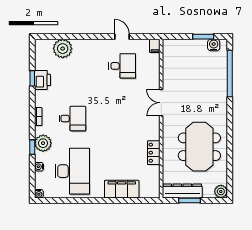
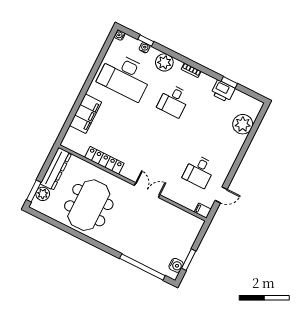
door: (122, 37) -> (221, 195), moved
window: (32, 147) -> (146, 41), moved
meeting table: (199, 147) -> (89, 205), turned 90
locker: (154, 153) -> (104, 160), width x1.53
plant: (221, 191) -> (43, 194), moved
window: (190, 200) -> (34, 191), moved

